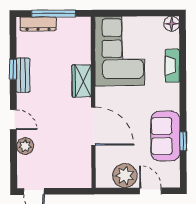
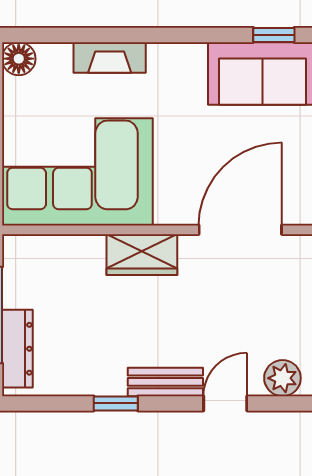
bench: (23, 75) -> (165, 382), moved

